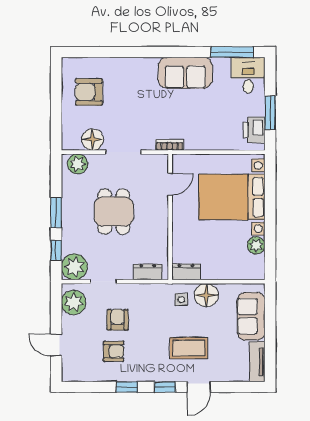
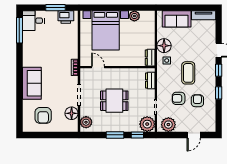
sofa: (185, 73) -> (32, 83), moved
coffee table: (189, 348) -> (188, 73), moved

